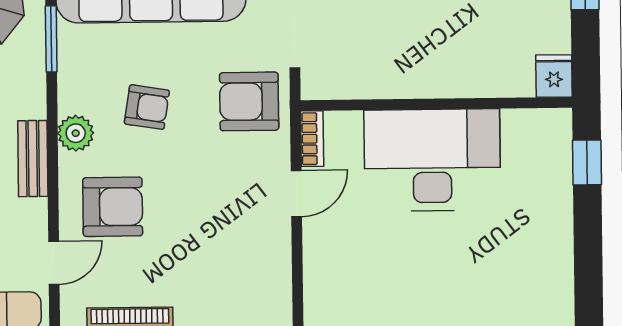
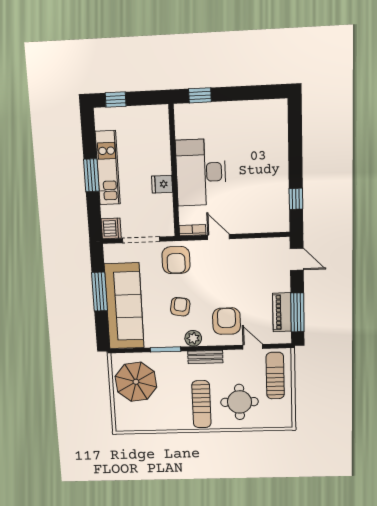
window: (51, 39) -> (166, 349), moved
fridge: (554, 76) -> (162, 184), moved

